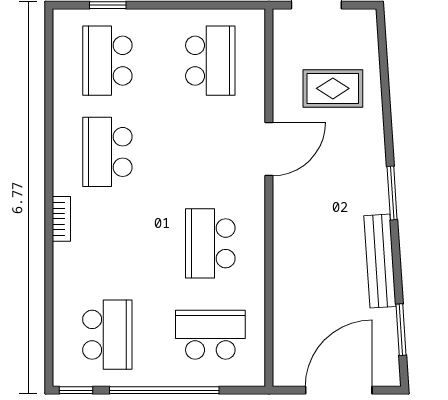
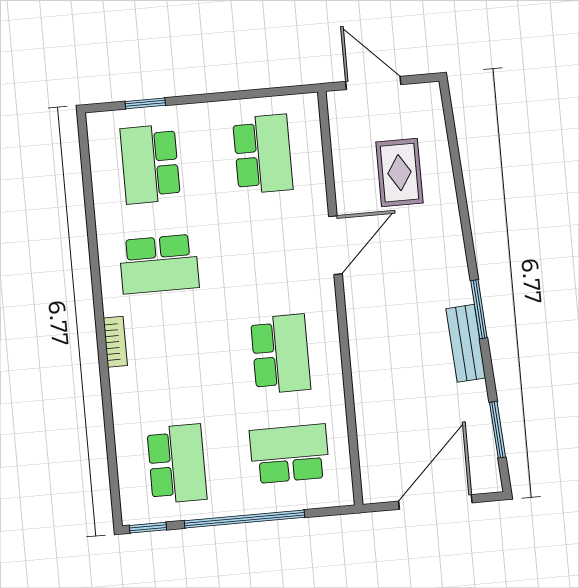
rug: (333, 88) -> (399, 173), turned 90
school desk: (107, 152) -> (159, 264), turned -90
window: (392, 193) -> (479, 309), moved
school desk: (210, 243) -> (281, 354), turned 180
bench: (380, 261) -> (466, 343), width x0.73

